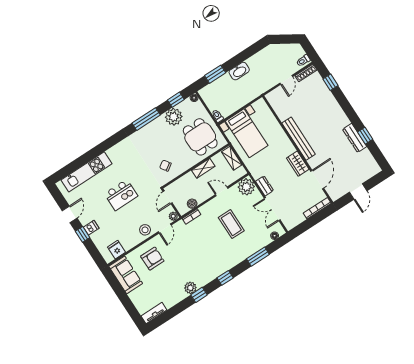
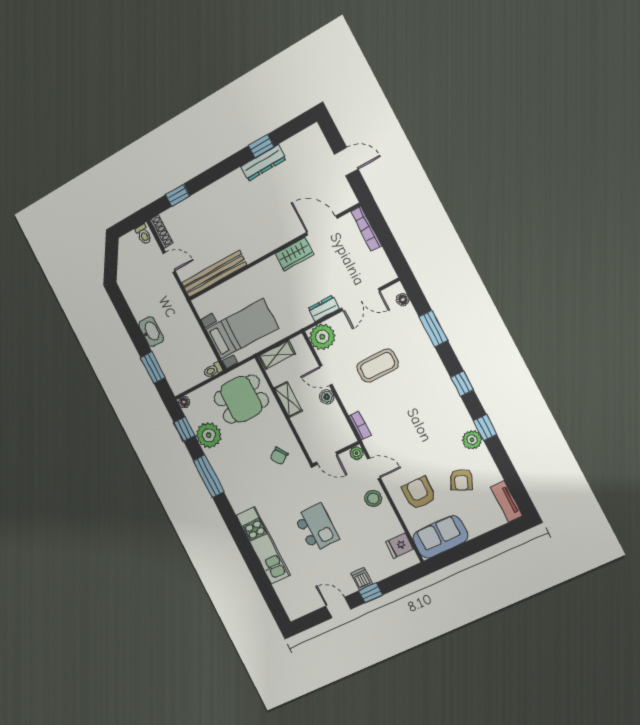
bench: (299, 139) -> (214, 274), moved
kitchen unit: (87, 172) -> (263, 545), moved
door: (222, 191) -> (326, 375), hinge flipped
boiler: (192, 204) -> (327, 397), moved
armchair: (164, 284) -> (461, 480), added

